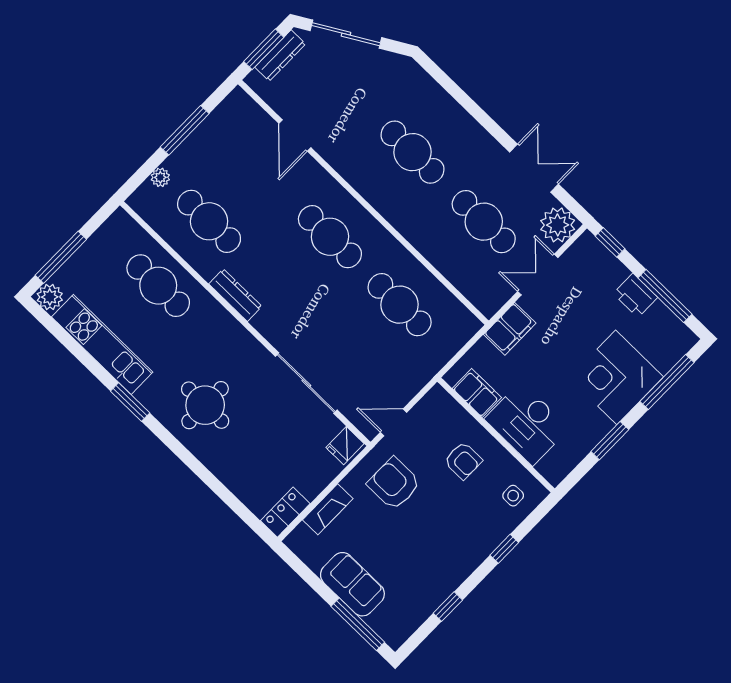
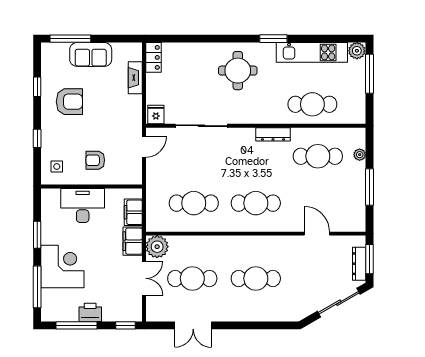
plant: (558, 225) -> (157, 247), moved
filing cabinet: (477, 393) -> (133, 212), moved, turned 90
armchair: (394, 484) -> (69, 102), moved

